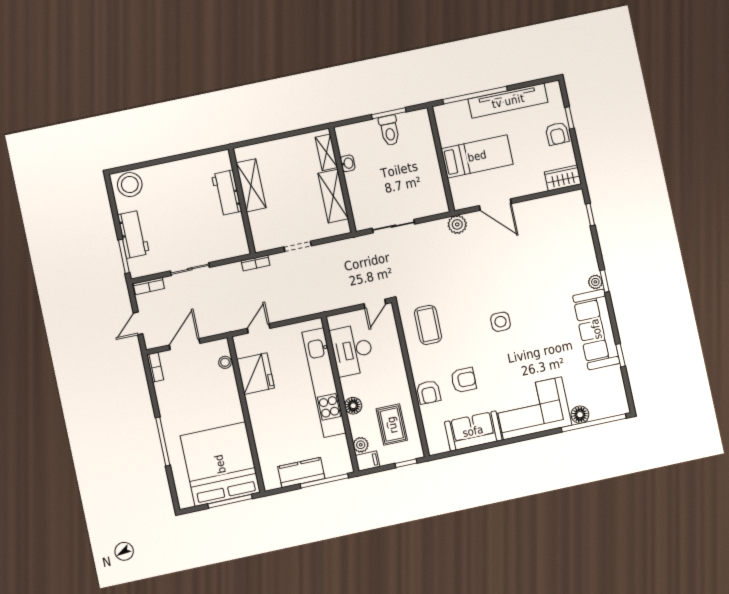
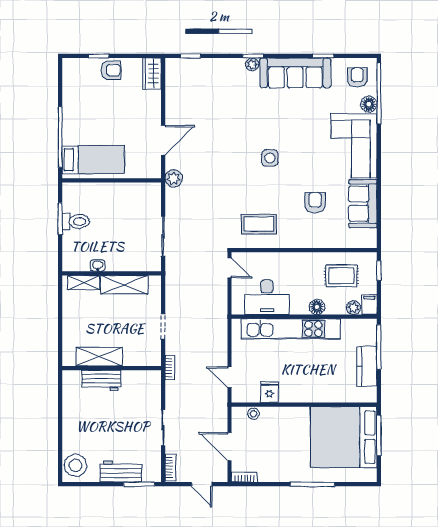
tv unit: (508, 101) -> (71, 108), removed
bed: (477, 156) -> (93, 160), moved, turned 90
fridge: (256, 374) -> (269, 392), width x0.53, depth x0.75
armchair: (429, 392) -> (357, 78), moved, turned -90

